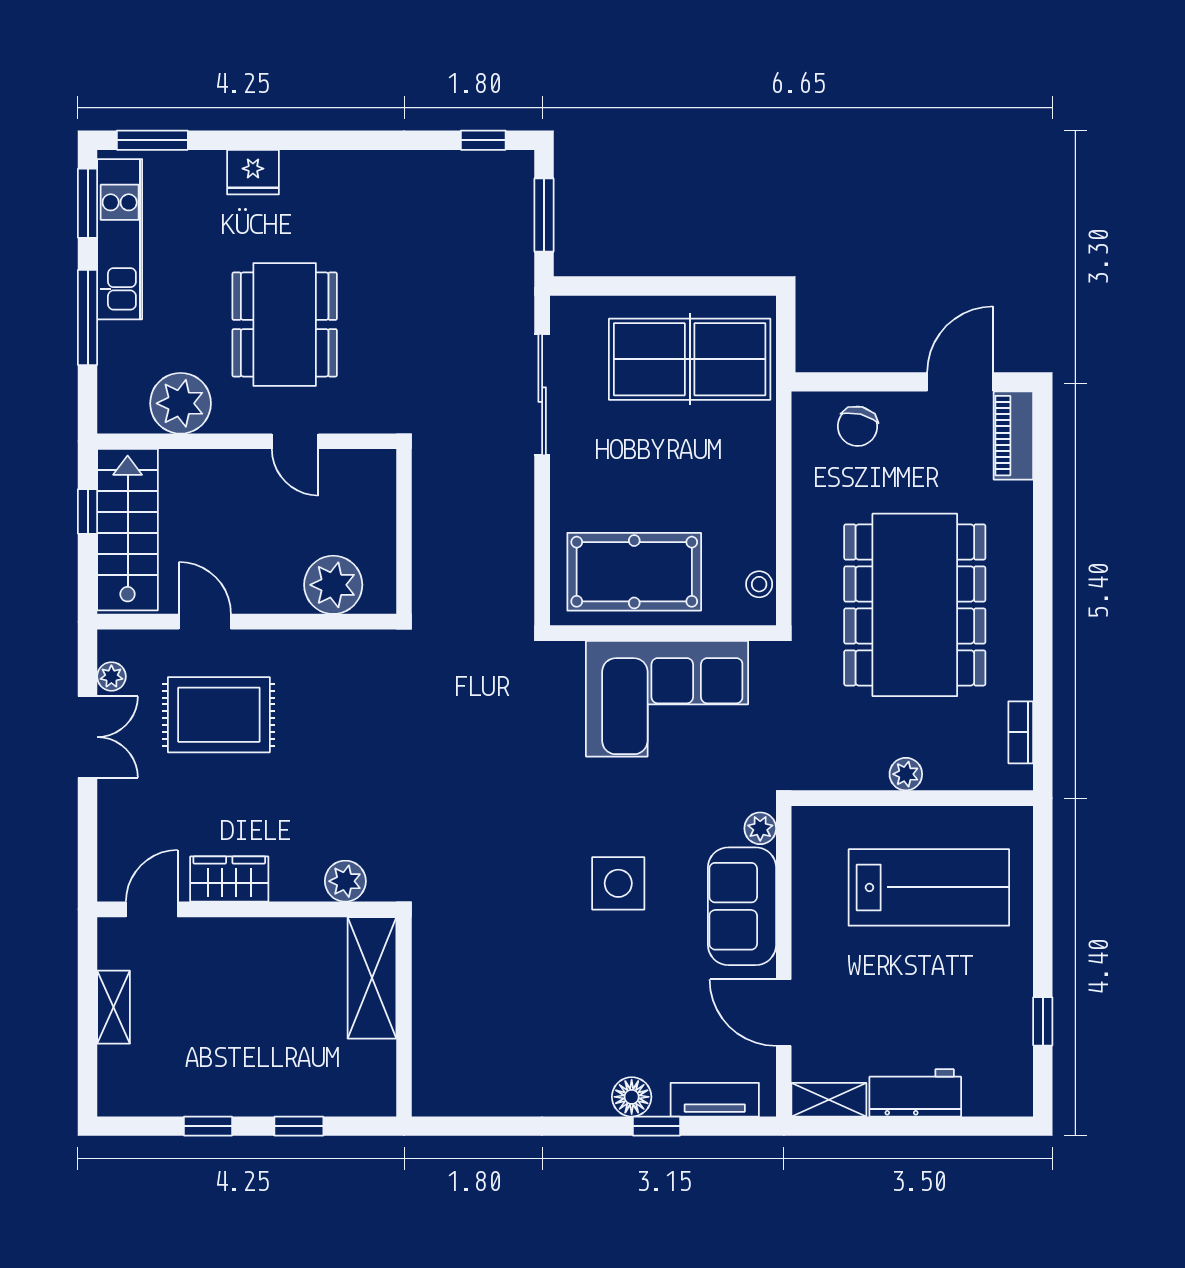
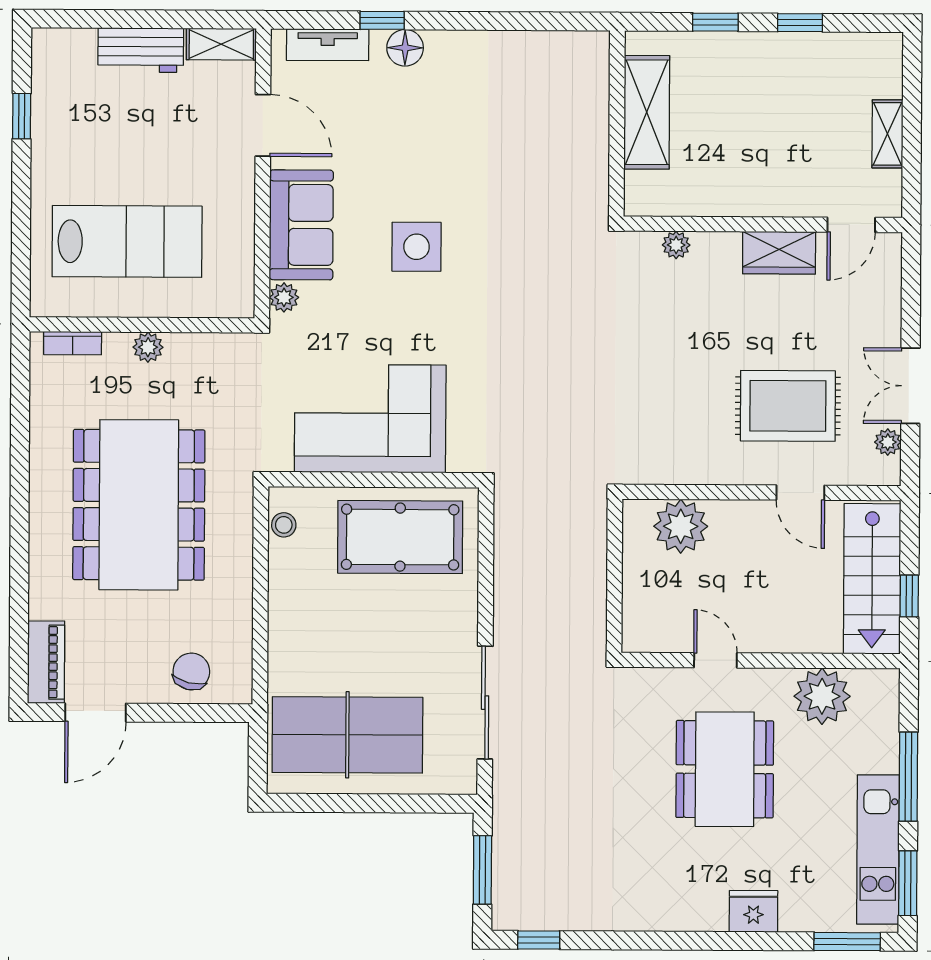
bookcase: (1021, 732) -> (73, 343), moved, turned 90
plant: (345, 881) -> (676, 245), width x0.73, depth x0.73
lab bench: (929, 887) -> (127, 241), turned 180
shelving: (372, 978) -> (647, 112), moved

